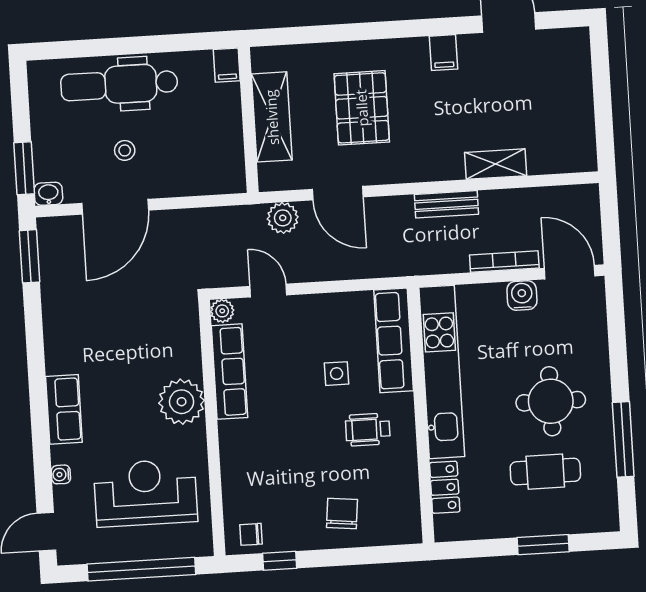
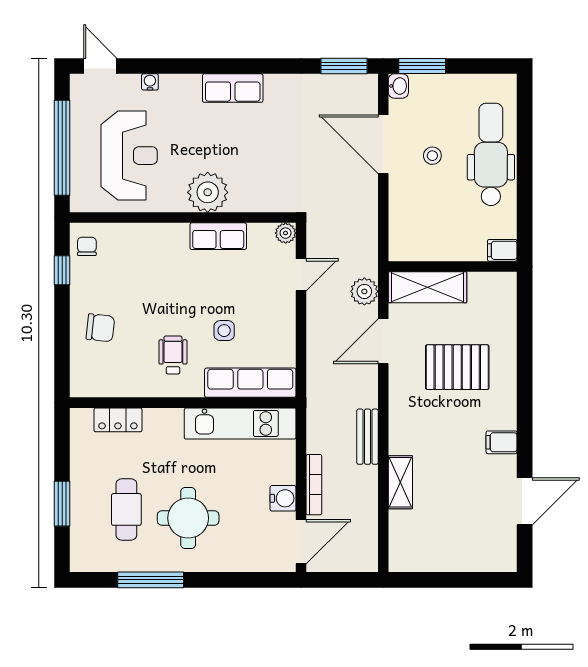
shelving: (272, 117) -> (427, 287), moved
row of seats: (229, 372) -> (218, 236), width x0.68
kitchen unit: (442, 372) -> (240, 423), width x0.73
row of seats: (64, 409) -> (233, 88), moved

